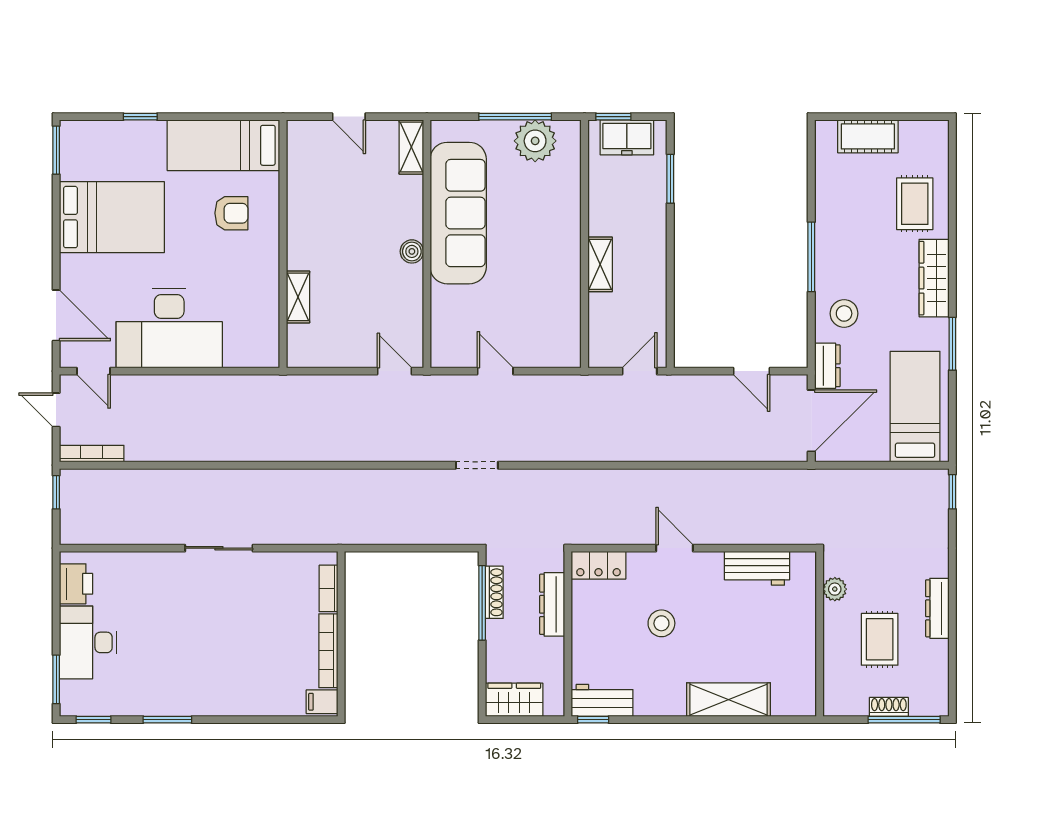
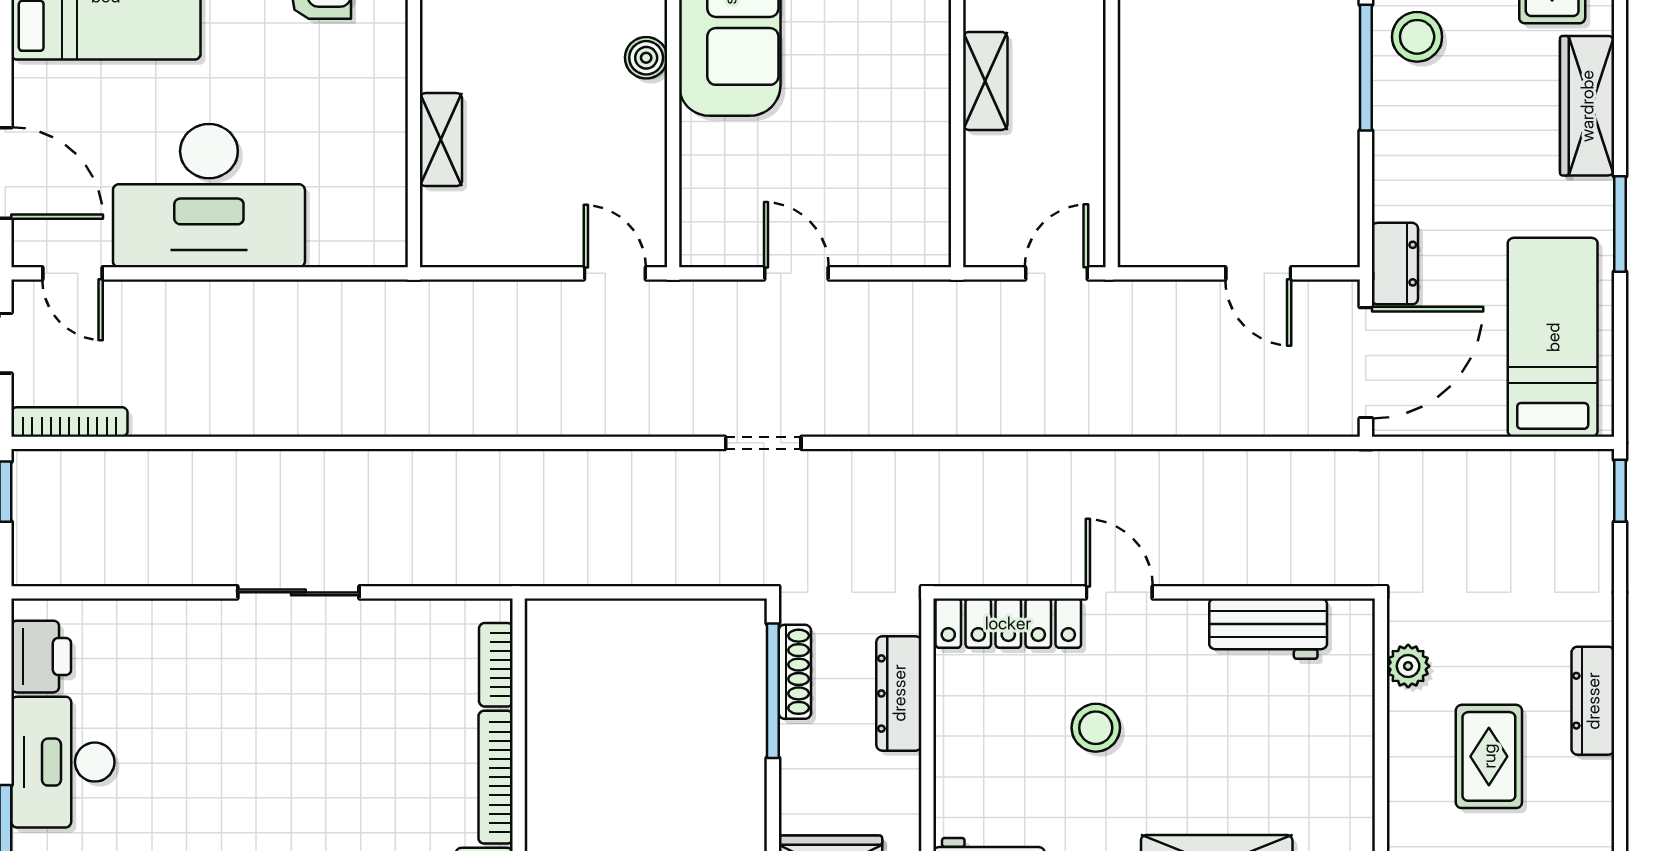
stool: (844, 313) -> (1417, 37), moved
locker: (599, 565) -> (1008, 623), width x1.53

